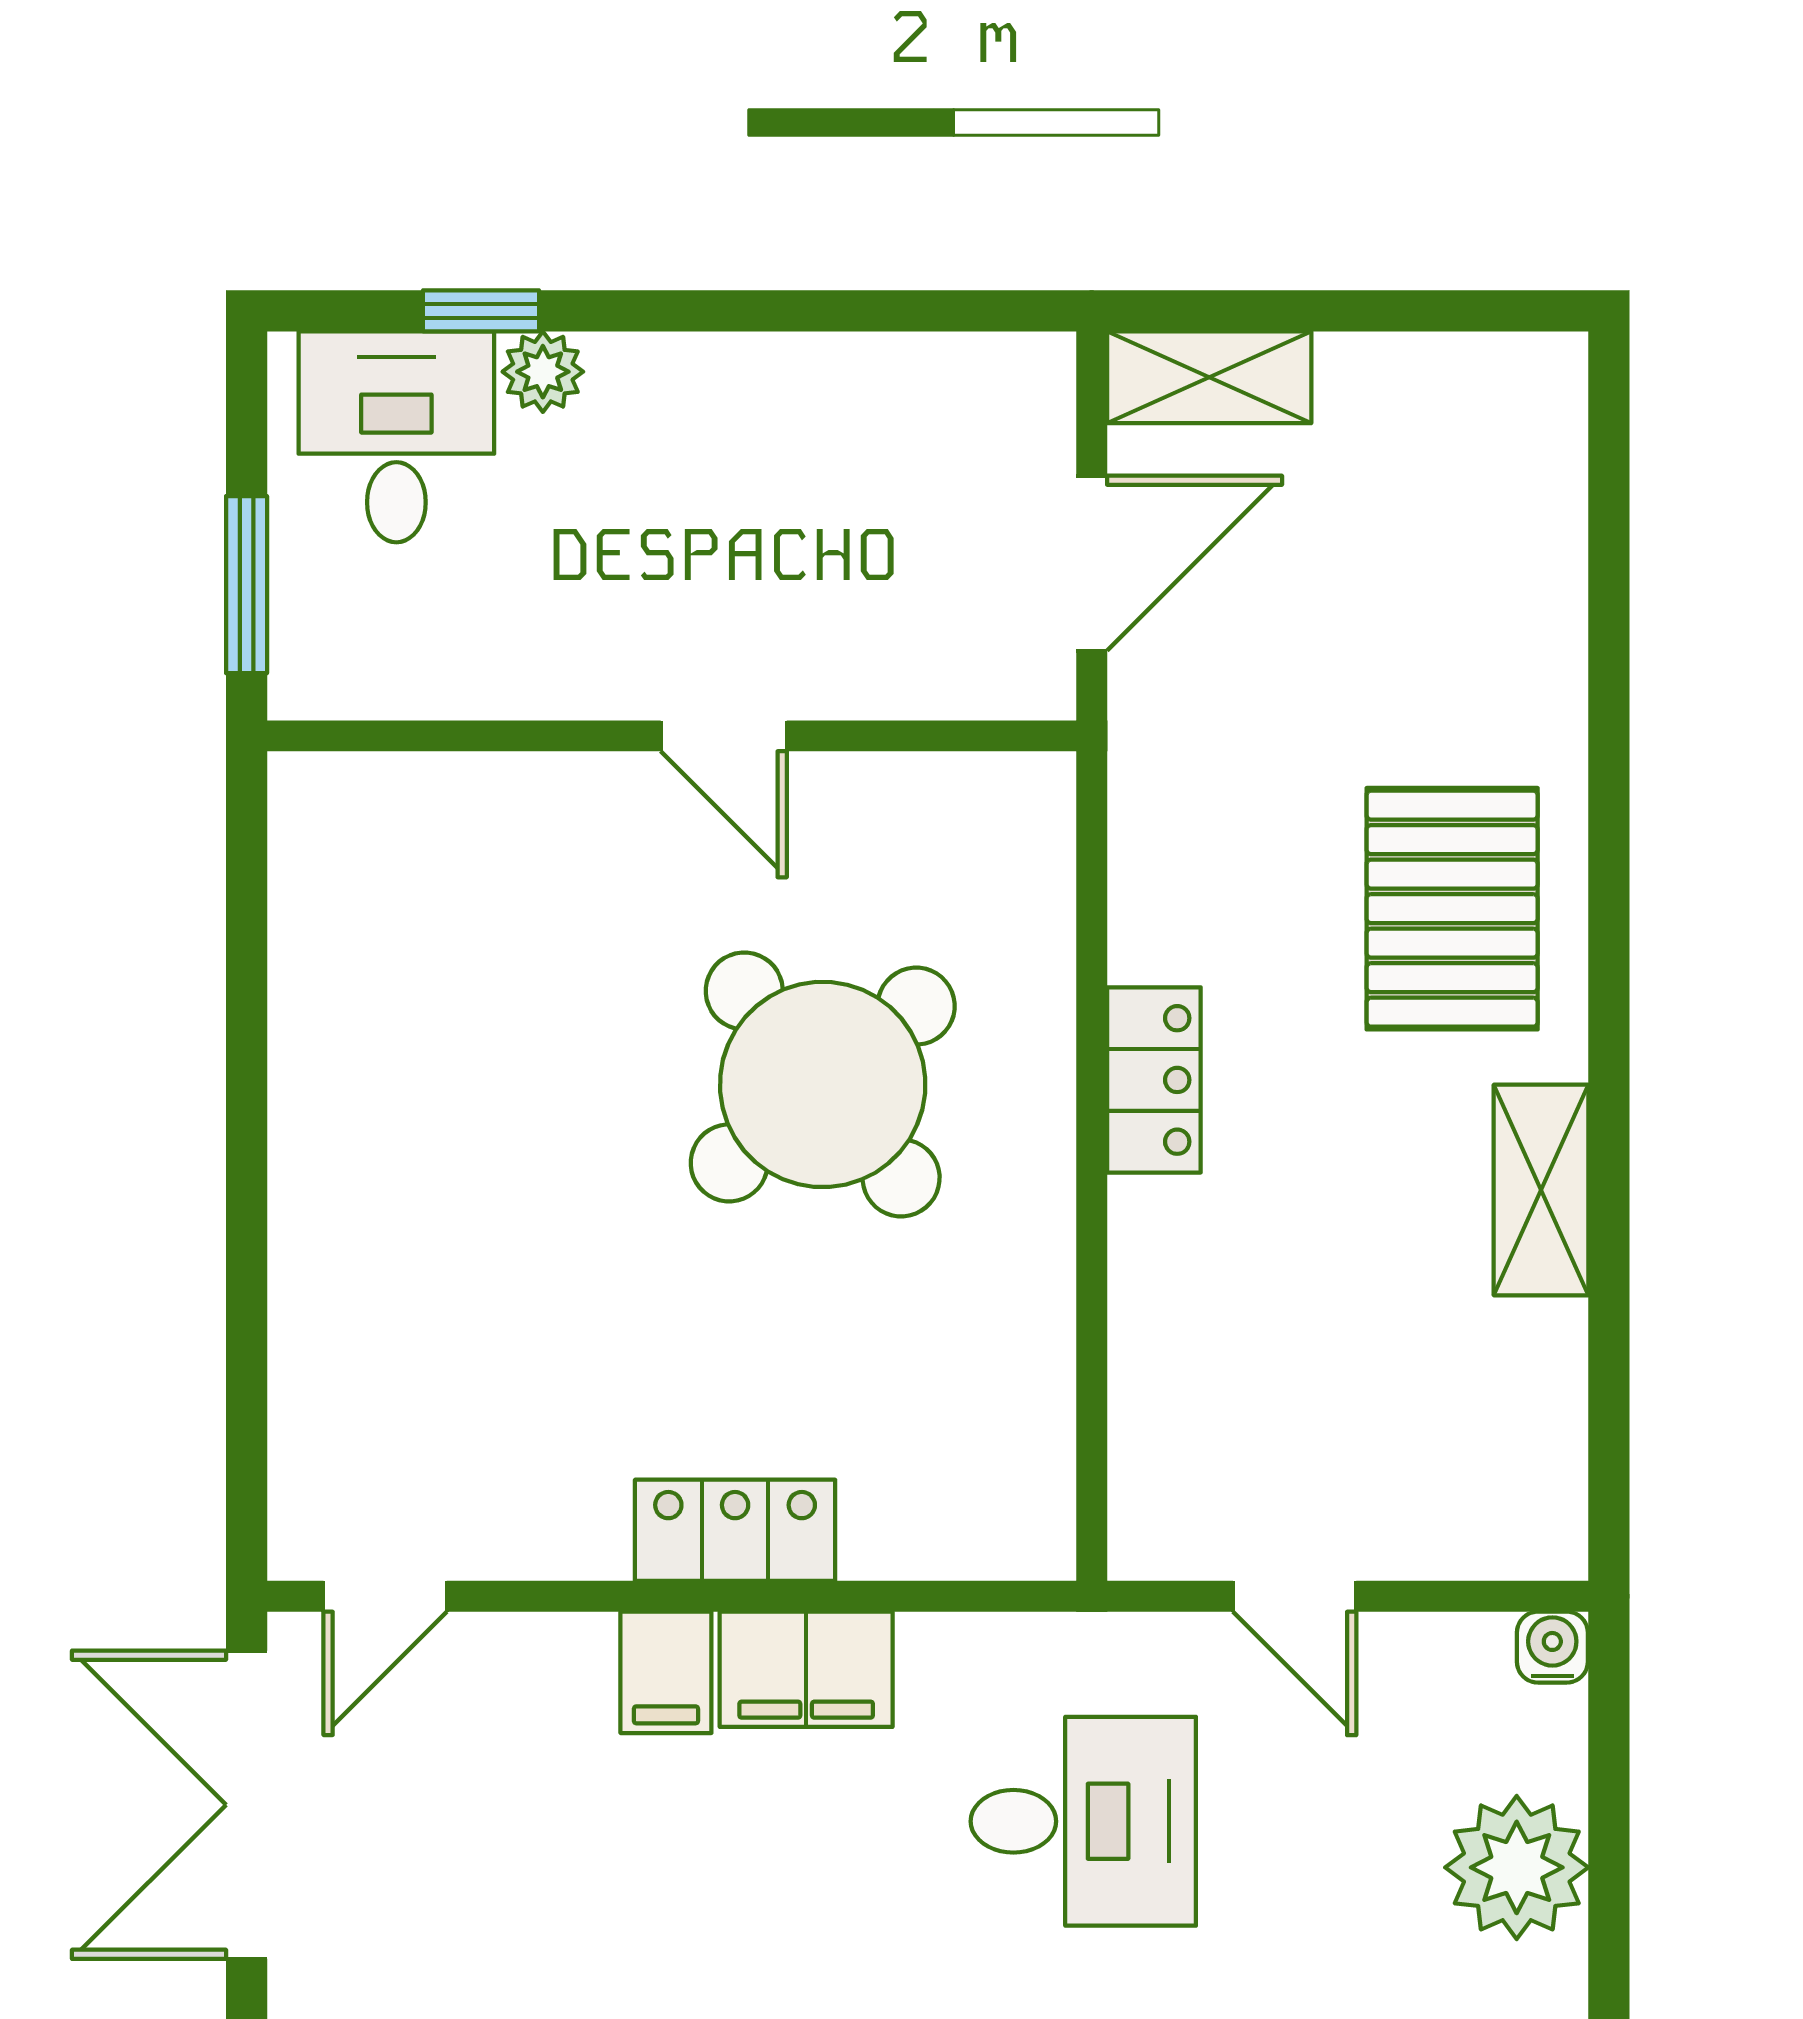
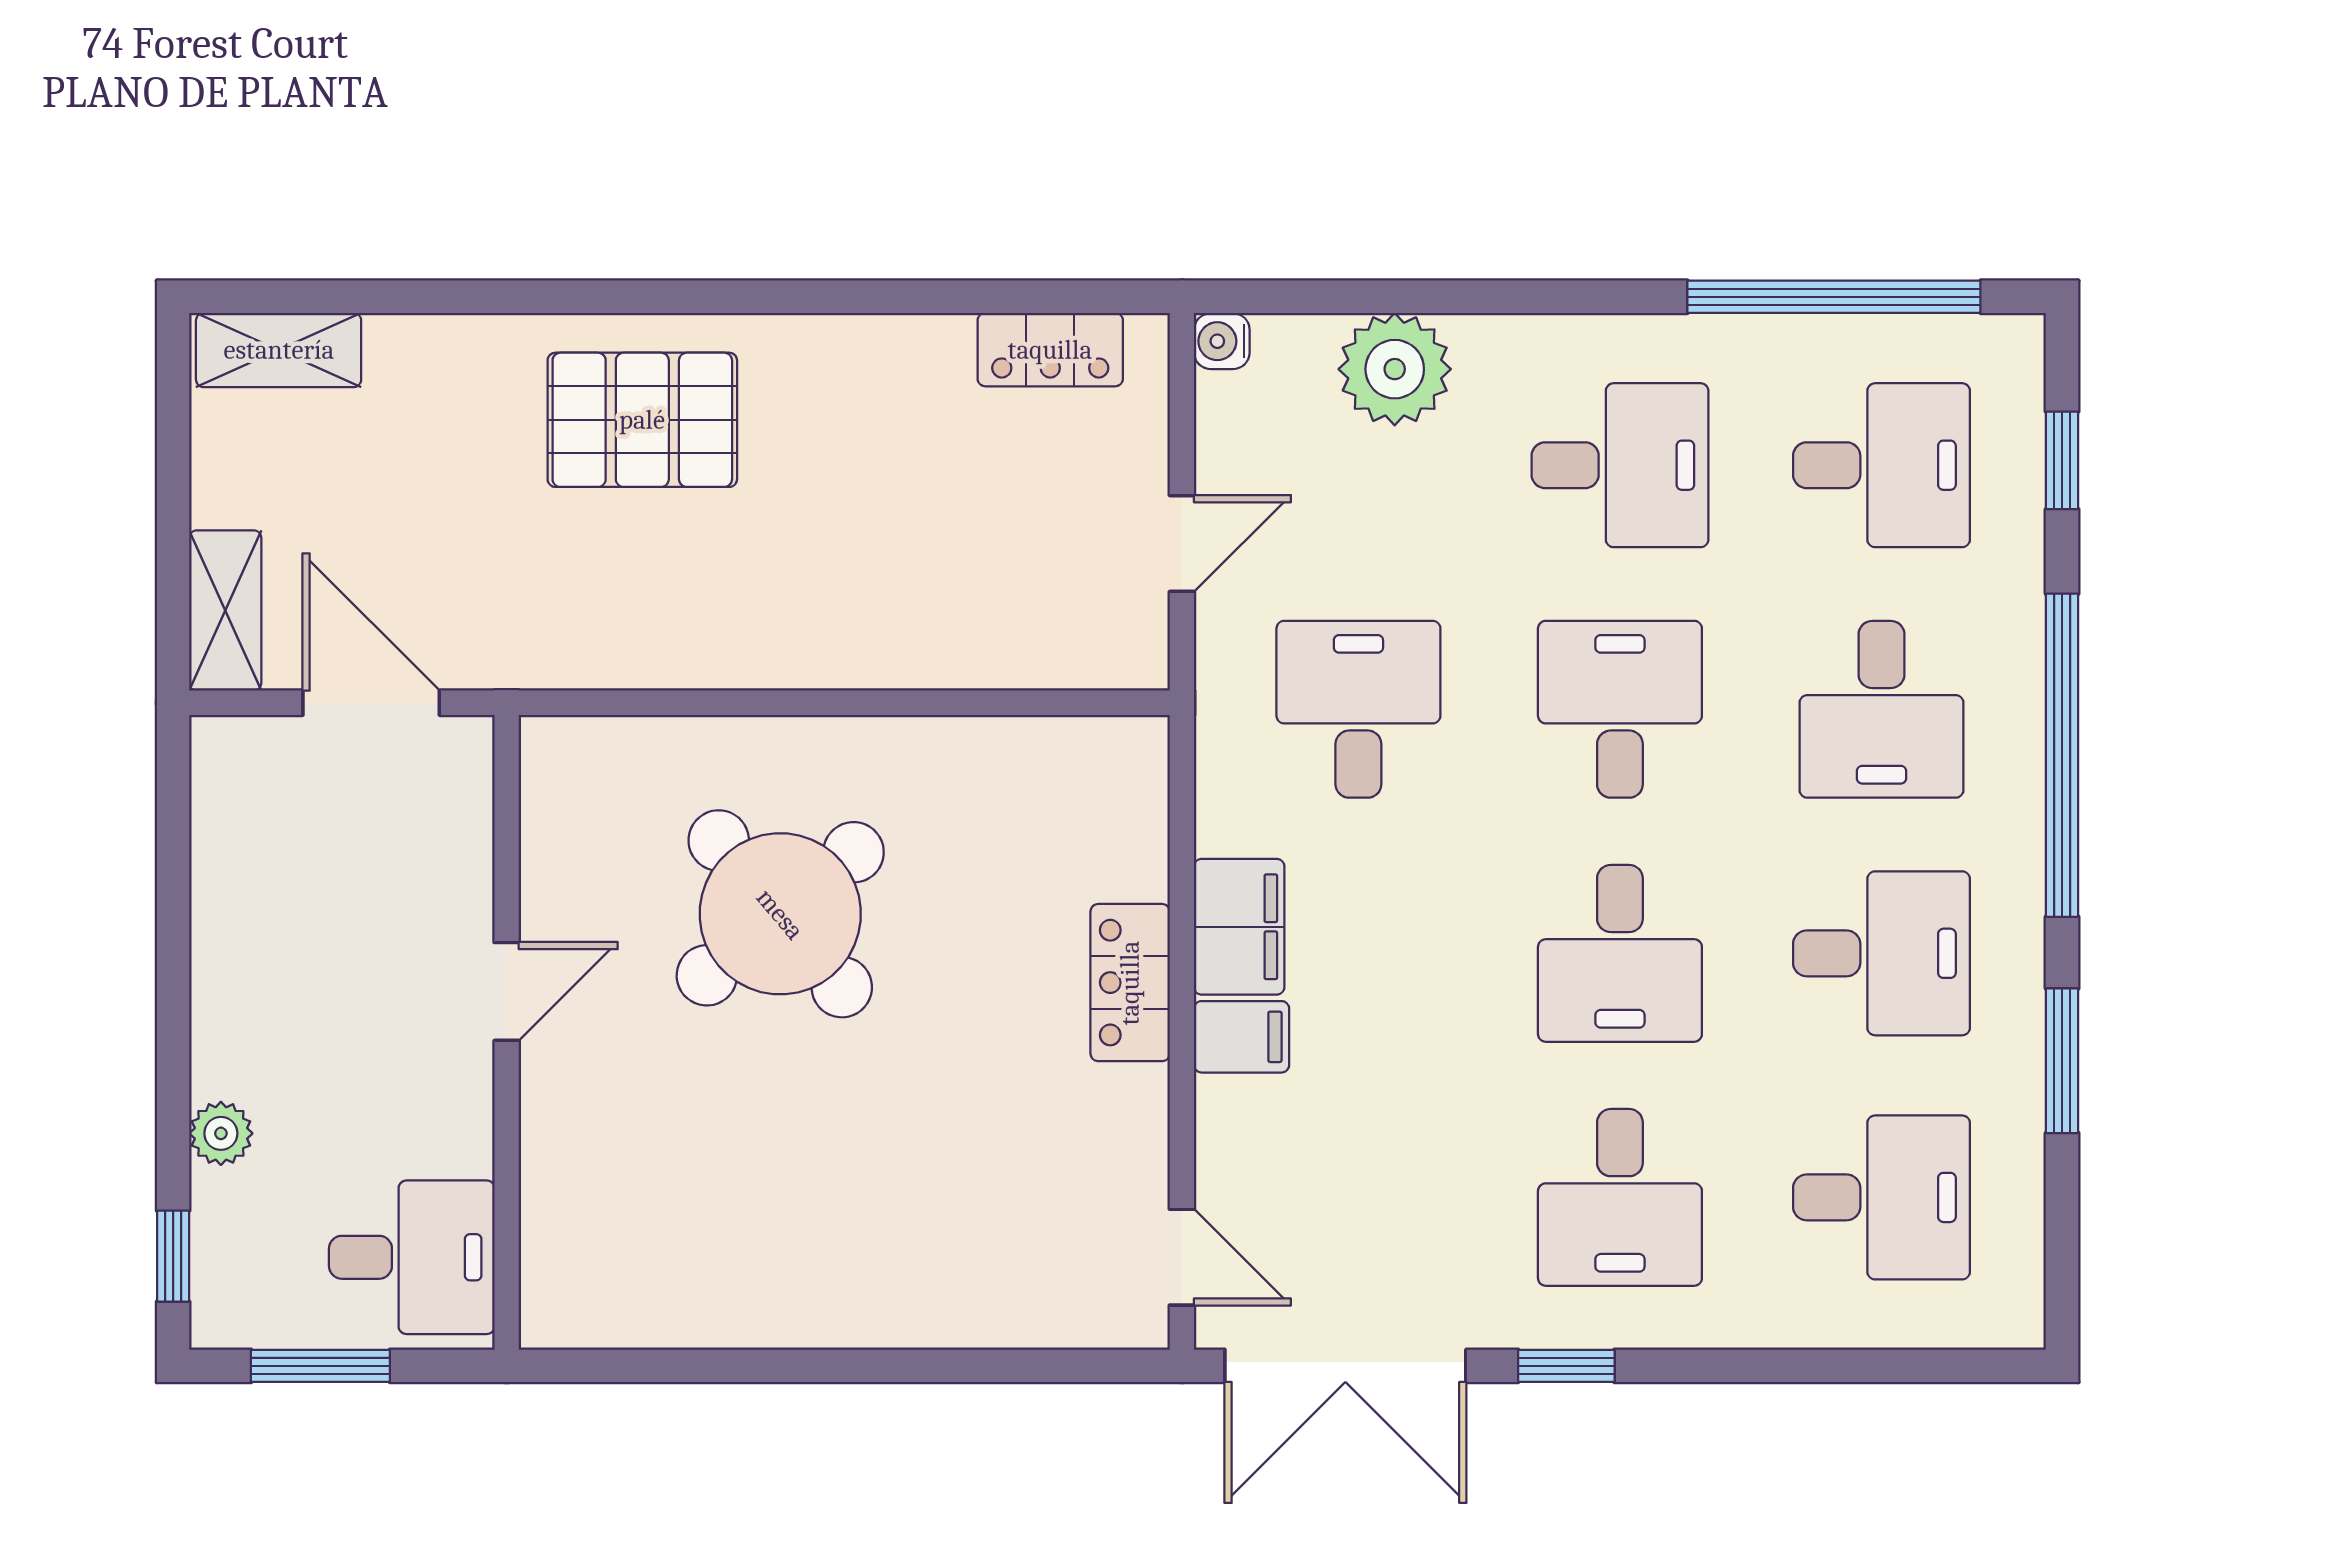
window: (481, 311) -> (173, 1256), moved
desk: (396, 437) -> (412, 1257), moved, turned 180
window: (247, 585) -> (320, 1366), moved
locker: (1154, 1080) -> (1050, 350), moved, turned 180
shelving: (1541, 1190) -> (279, 350), moved

